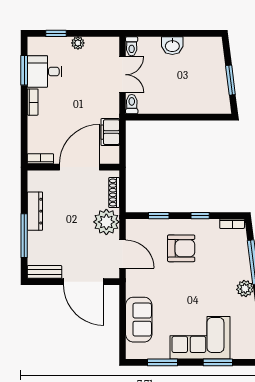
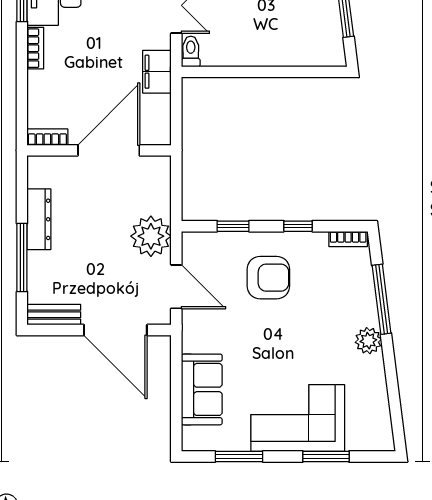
filing cabinet: (110, 132) -> (157, 72), moved
shoe rack: (114, 193) -> (163, 190), removed

